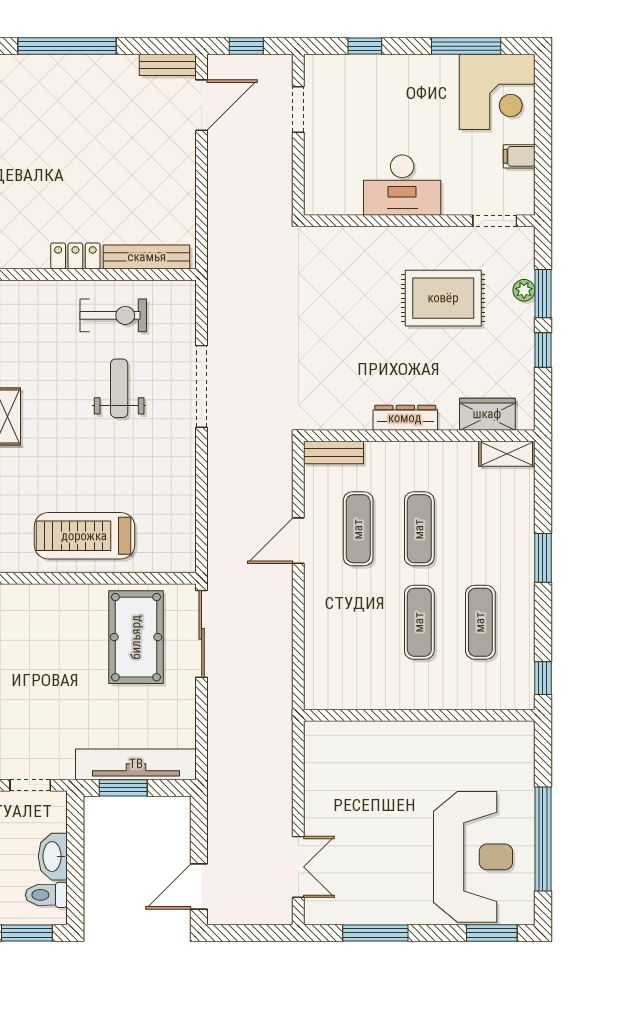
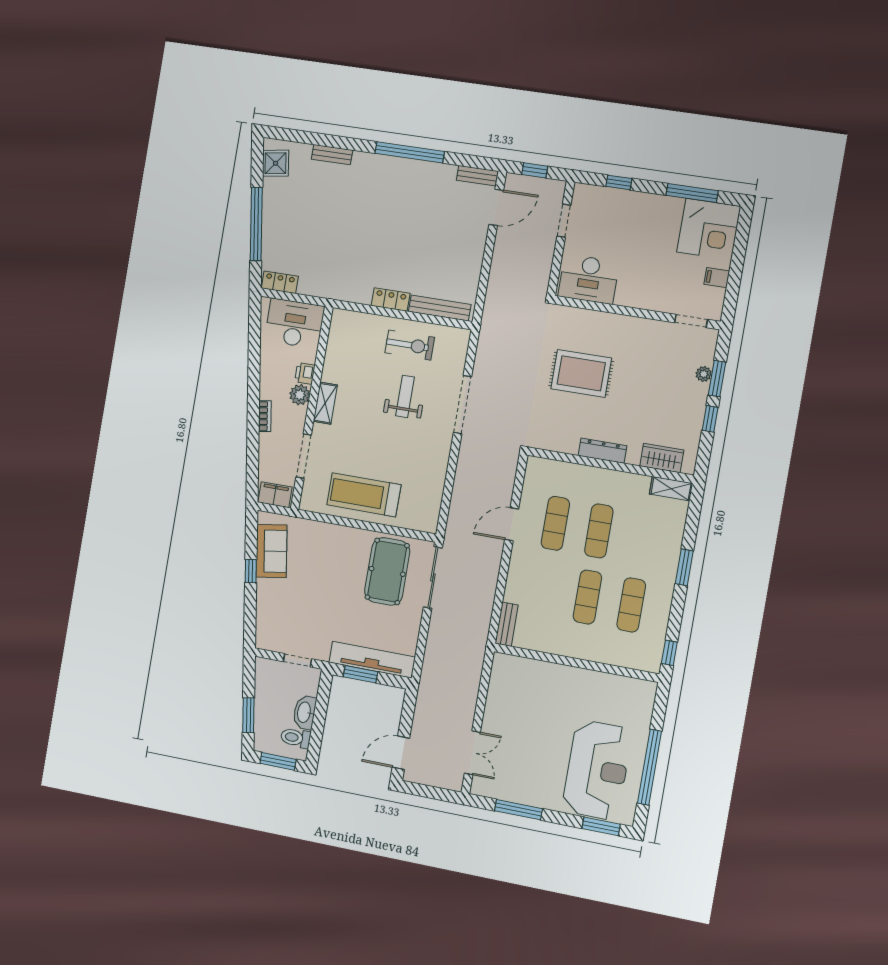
desk: (402, 185) -> (589, 279), moved
rug: (443, 298) -> (581, 373), moved
bench: (334, 452) -> (507, 624), moved, turned 90

